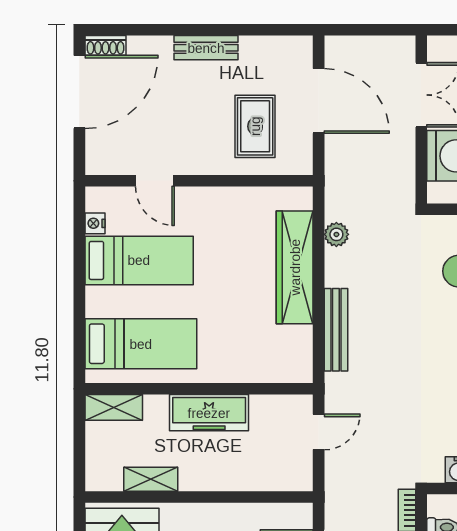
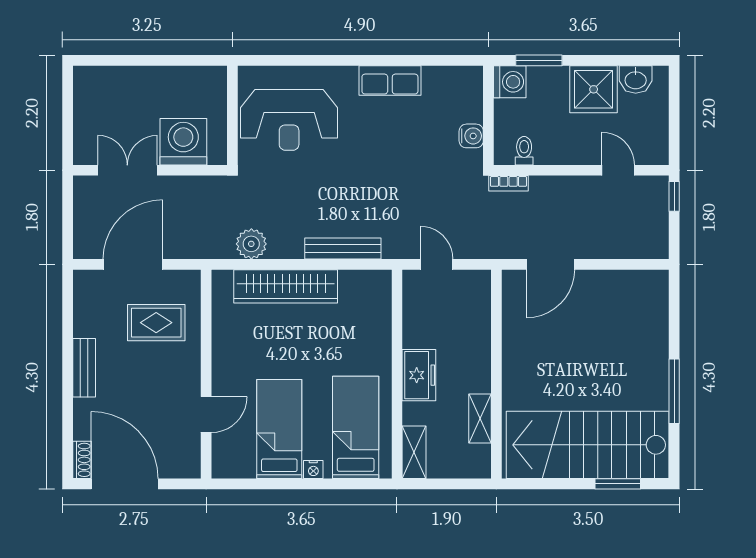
nightstand: (95, 223) -> (313, 470), moved
plant: (336, 234) -> (251, 244), width x1.38, depth x1.38
freezer: (209, 413) -> (419, 375), width x0.71

